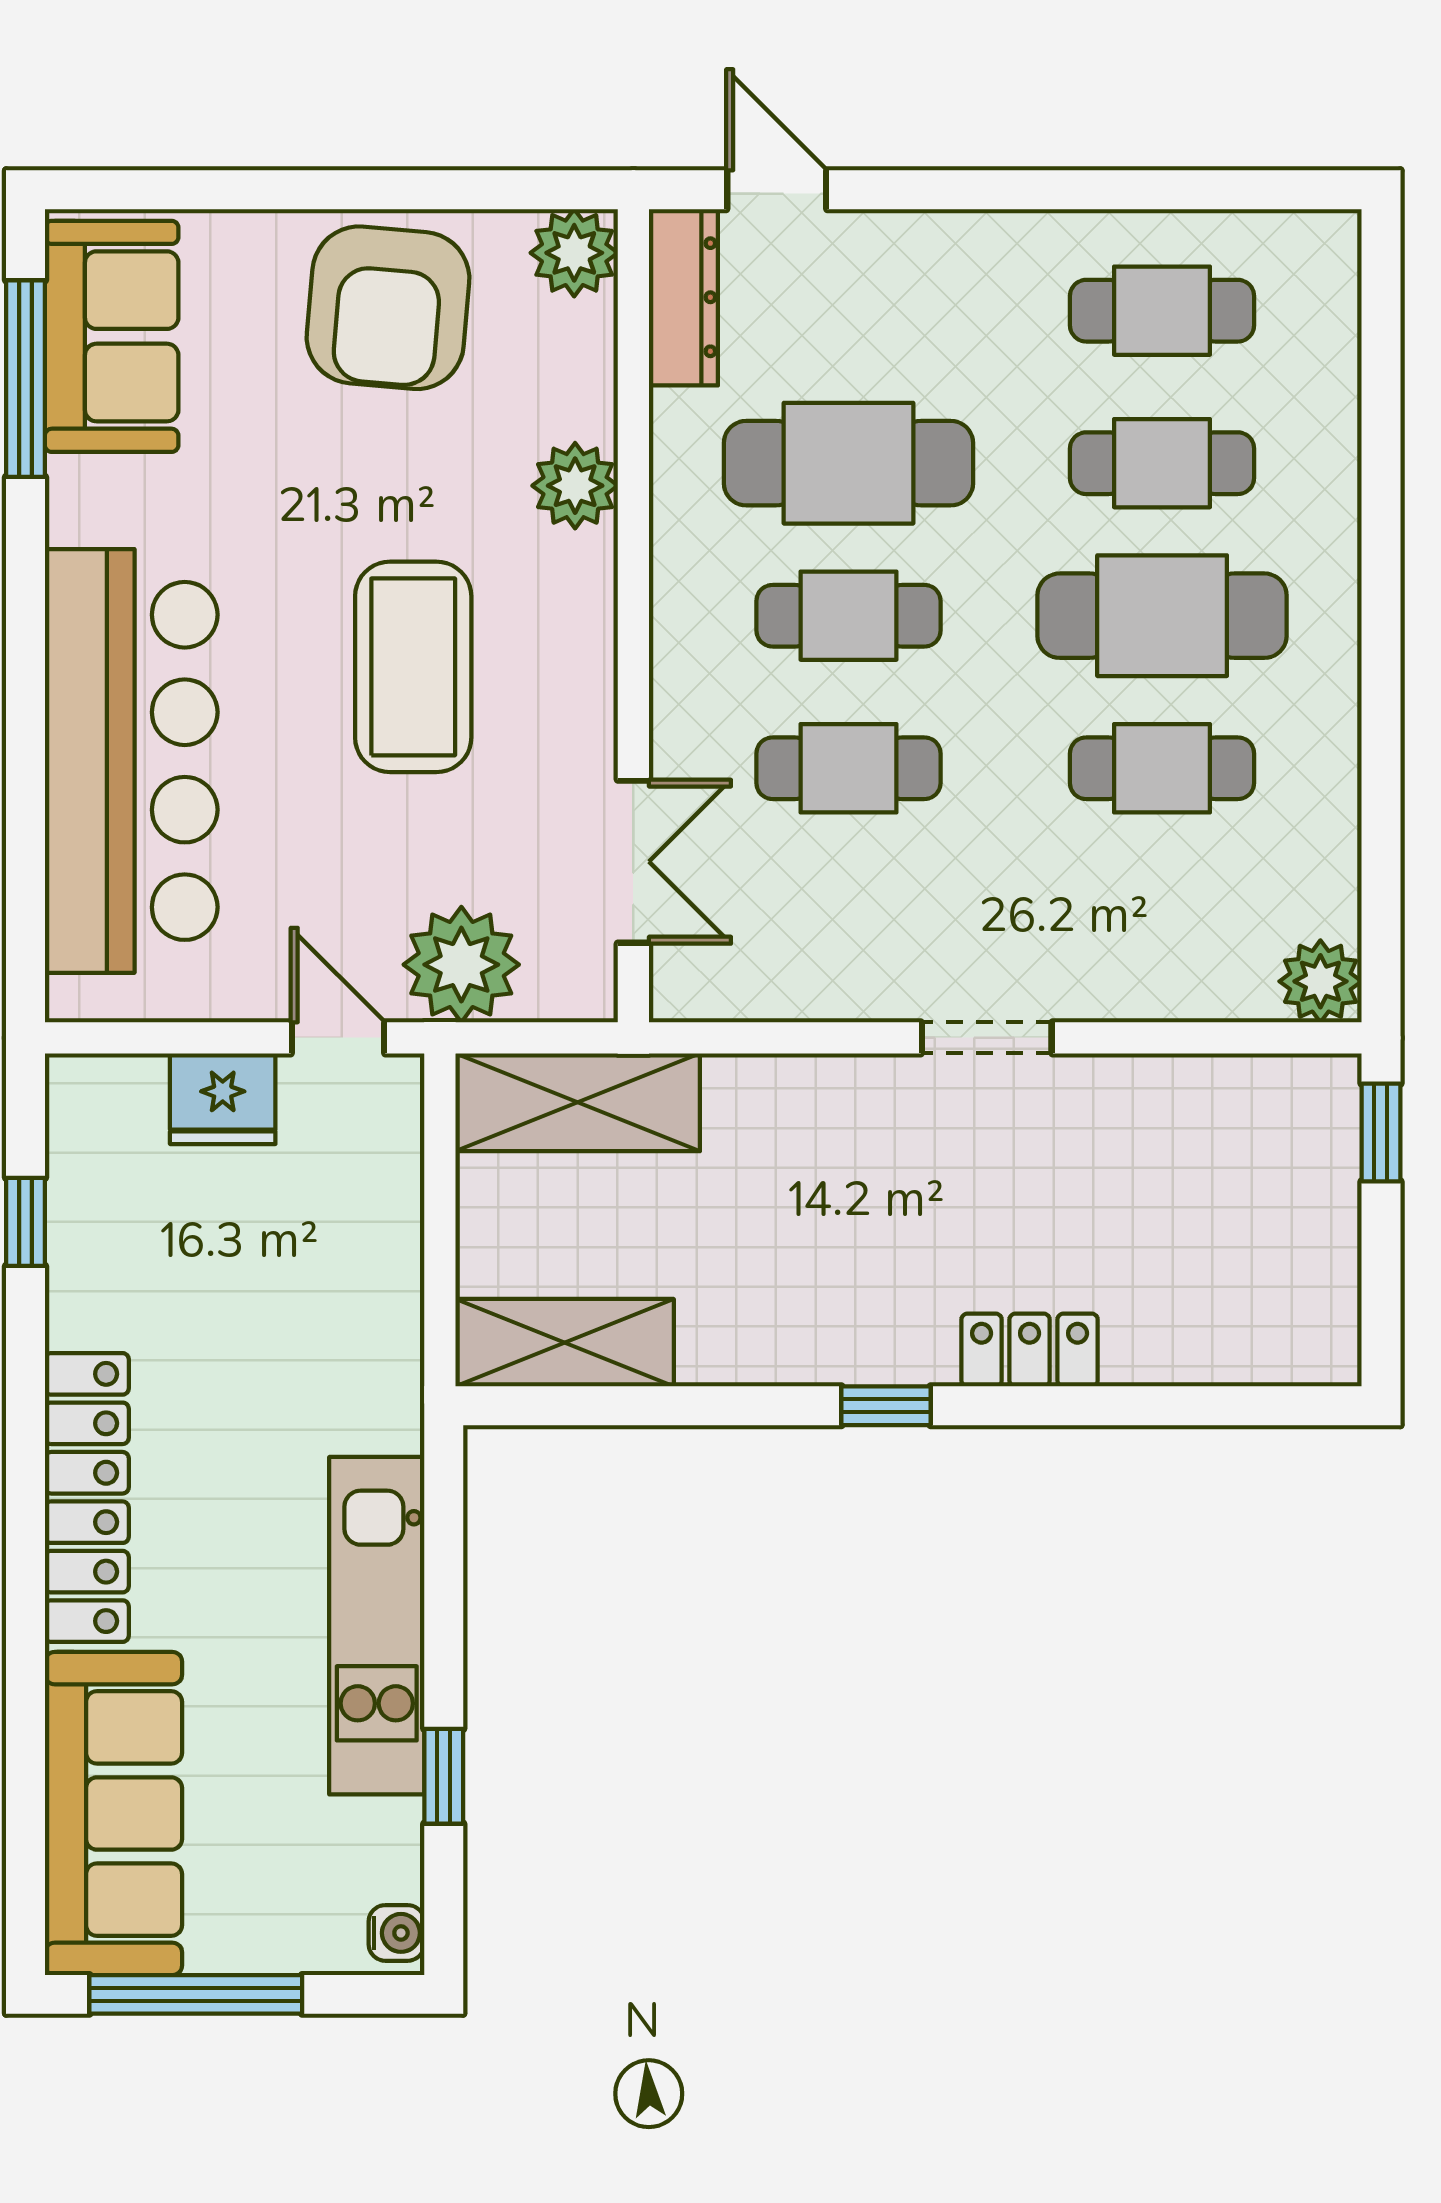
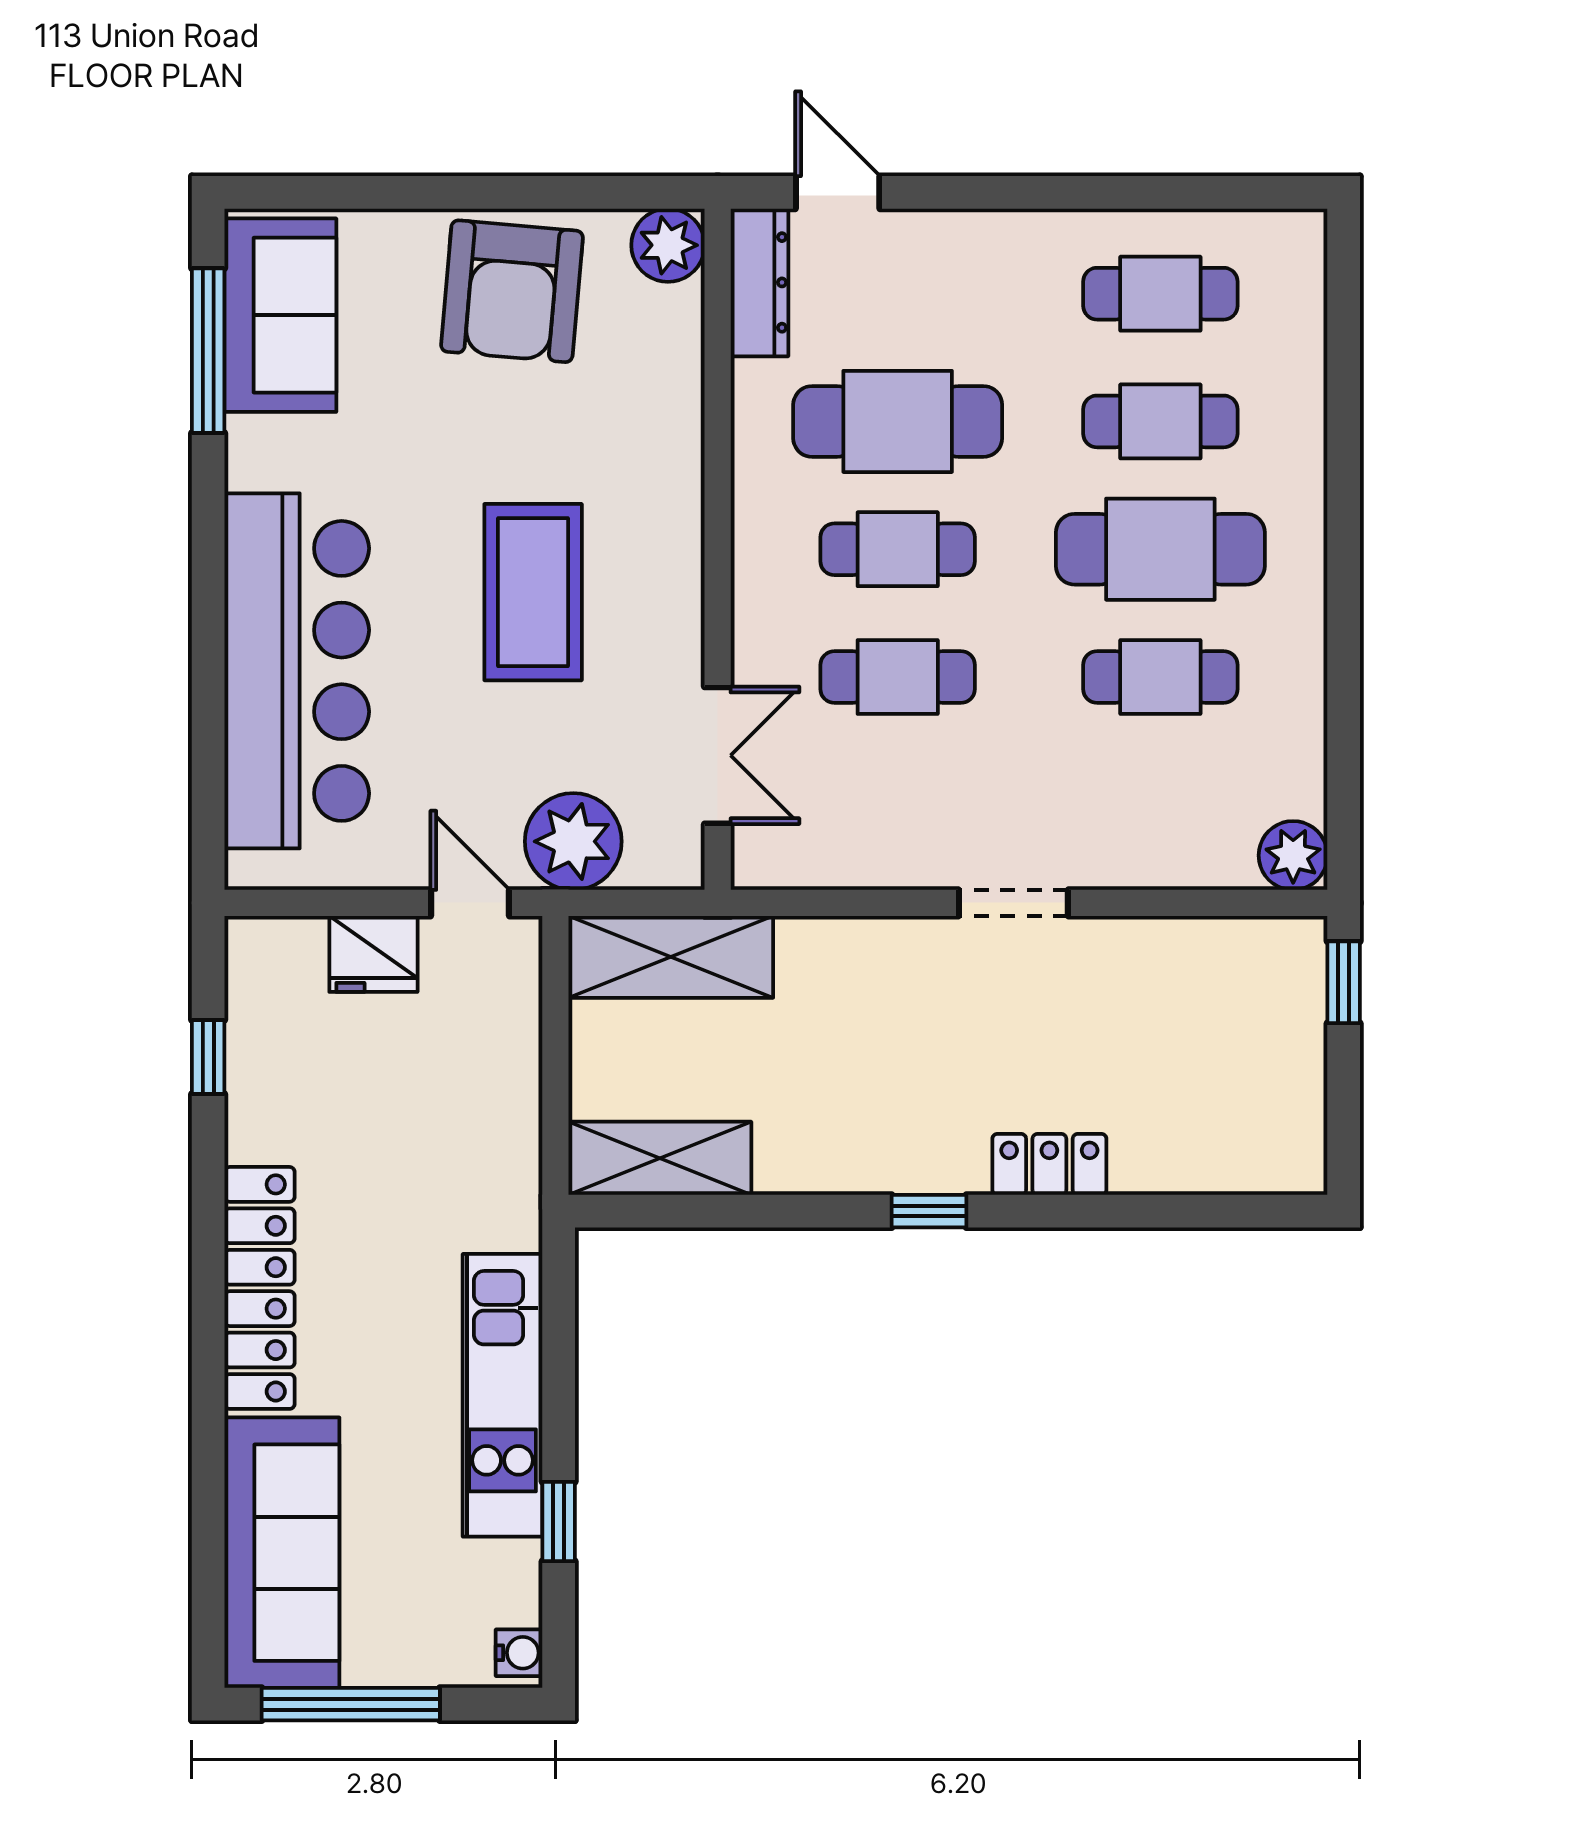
plant: (575, 486) -> (669, 440), removed

